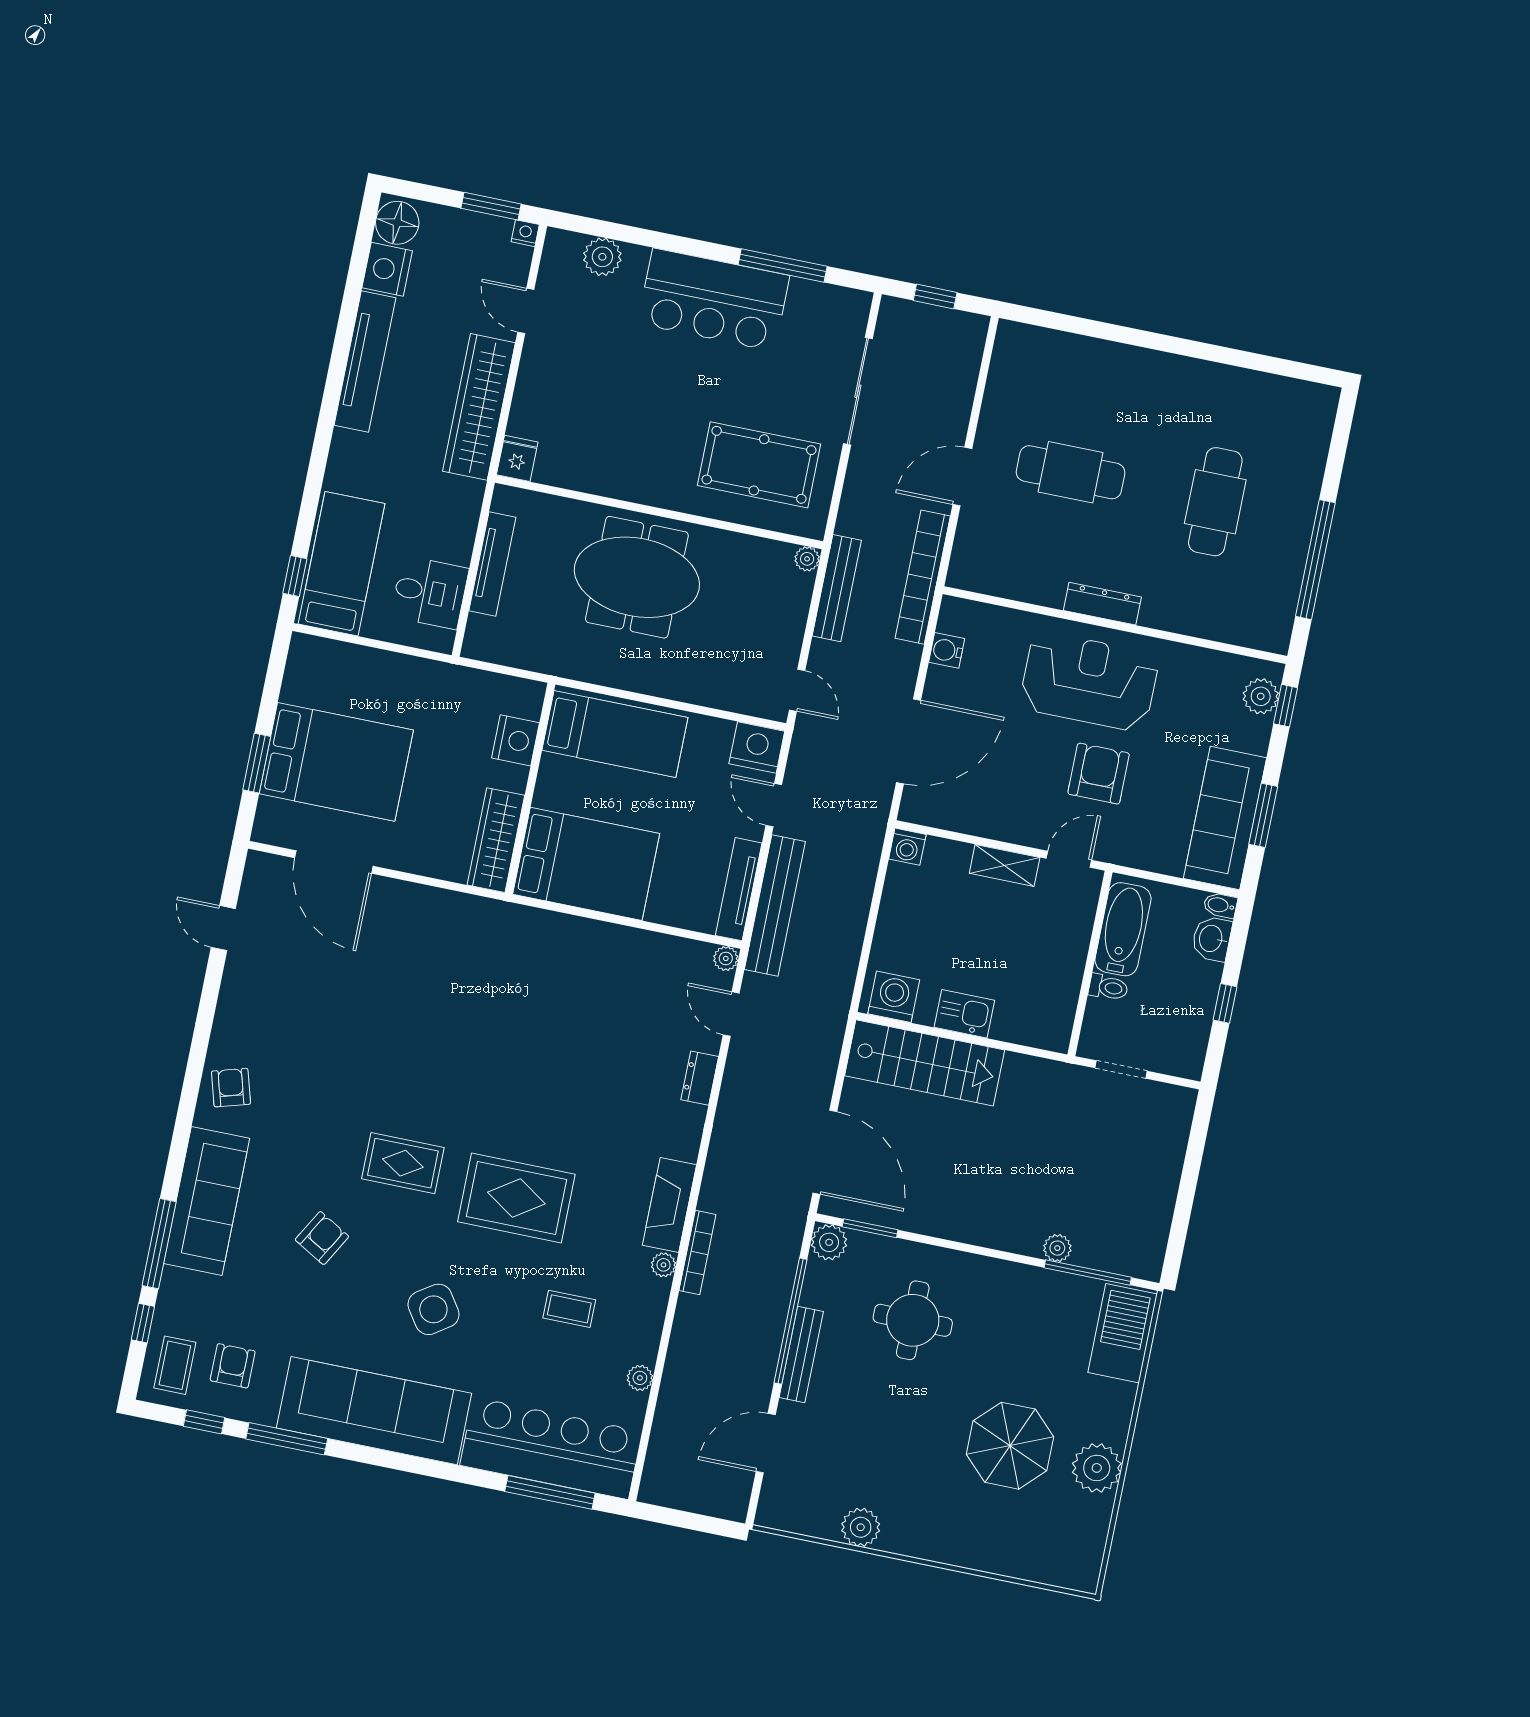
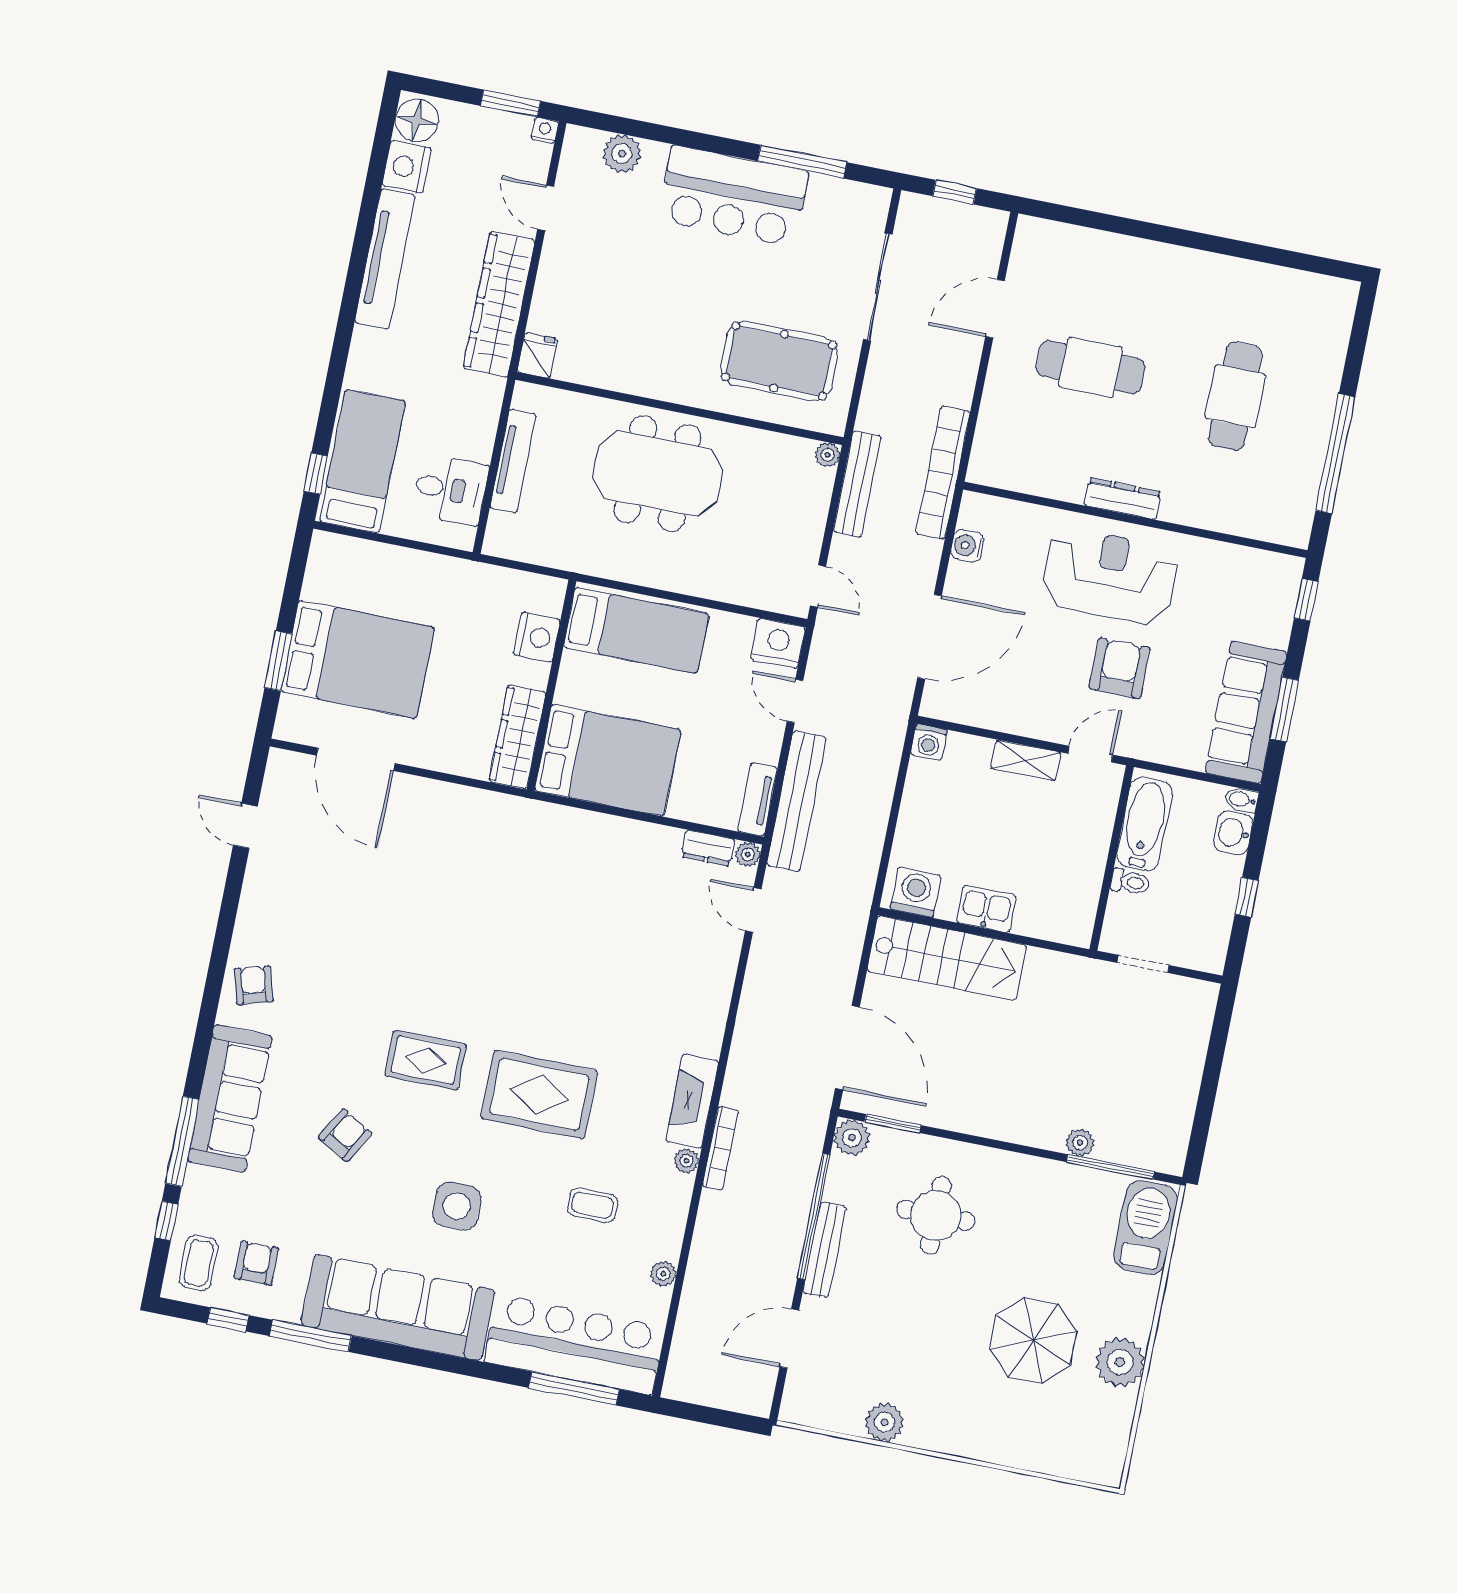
door: (962, 477) -> (995, 309), moved
plant: (1261, 696) -> (1281, 591), removed
tv unit: (739, 889) -> (757, 799), width x0.71
dresser: (700, 1078) -> (708, 848), moved, turned -90
side table: (433, 1309) -> (457, 1206), turned 34

